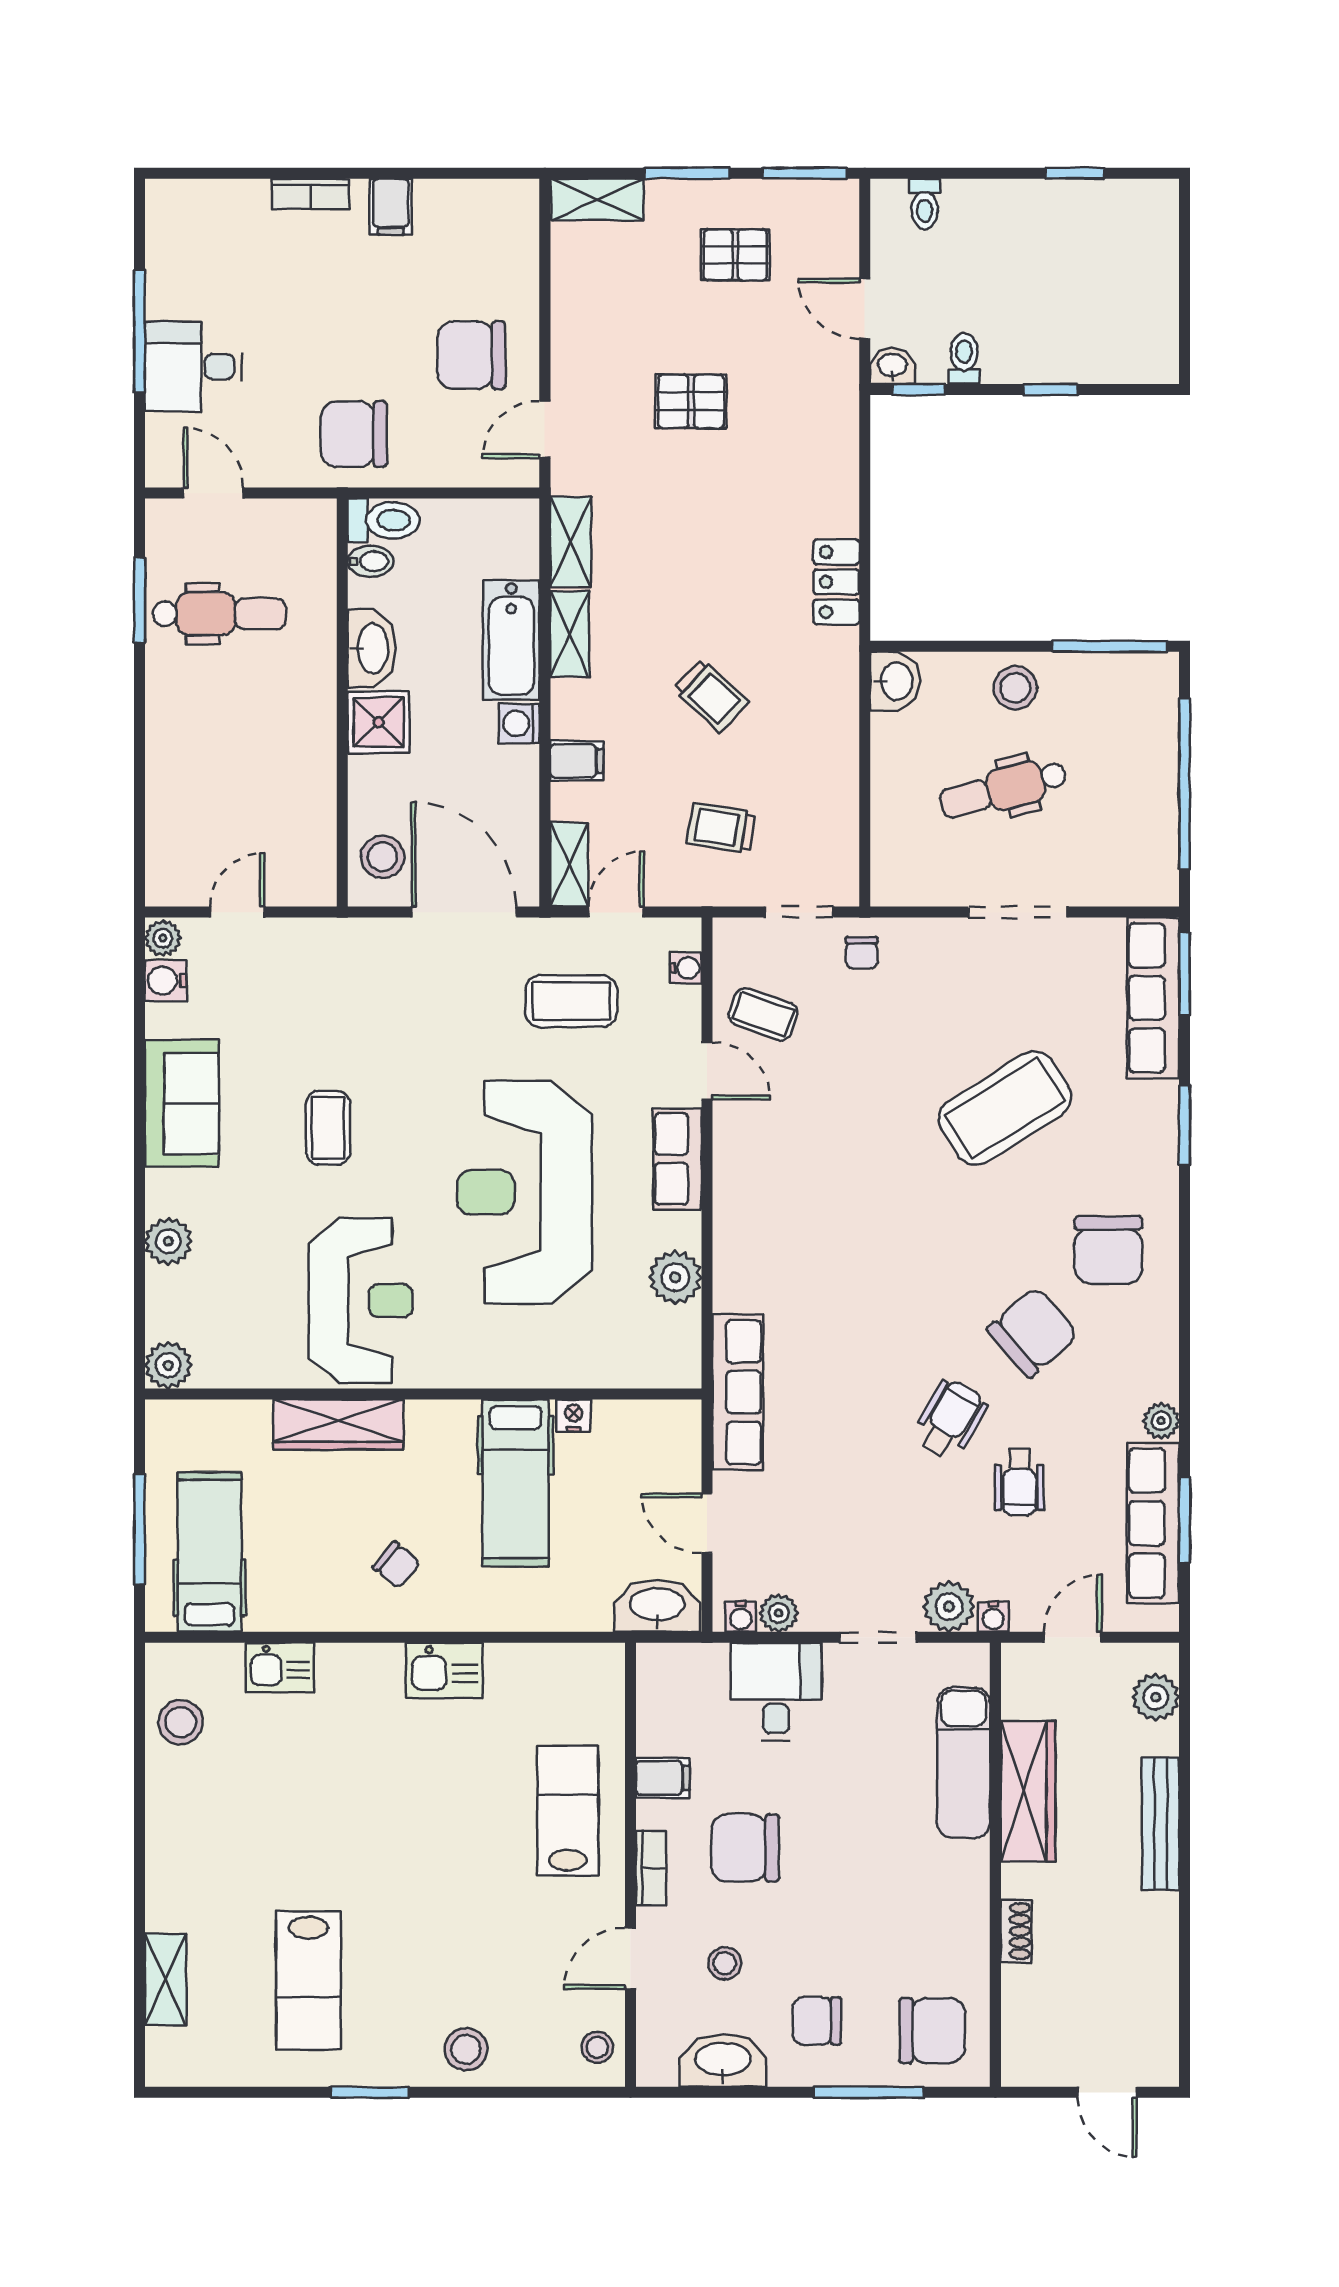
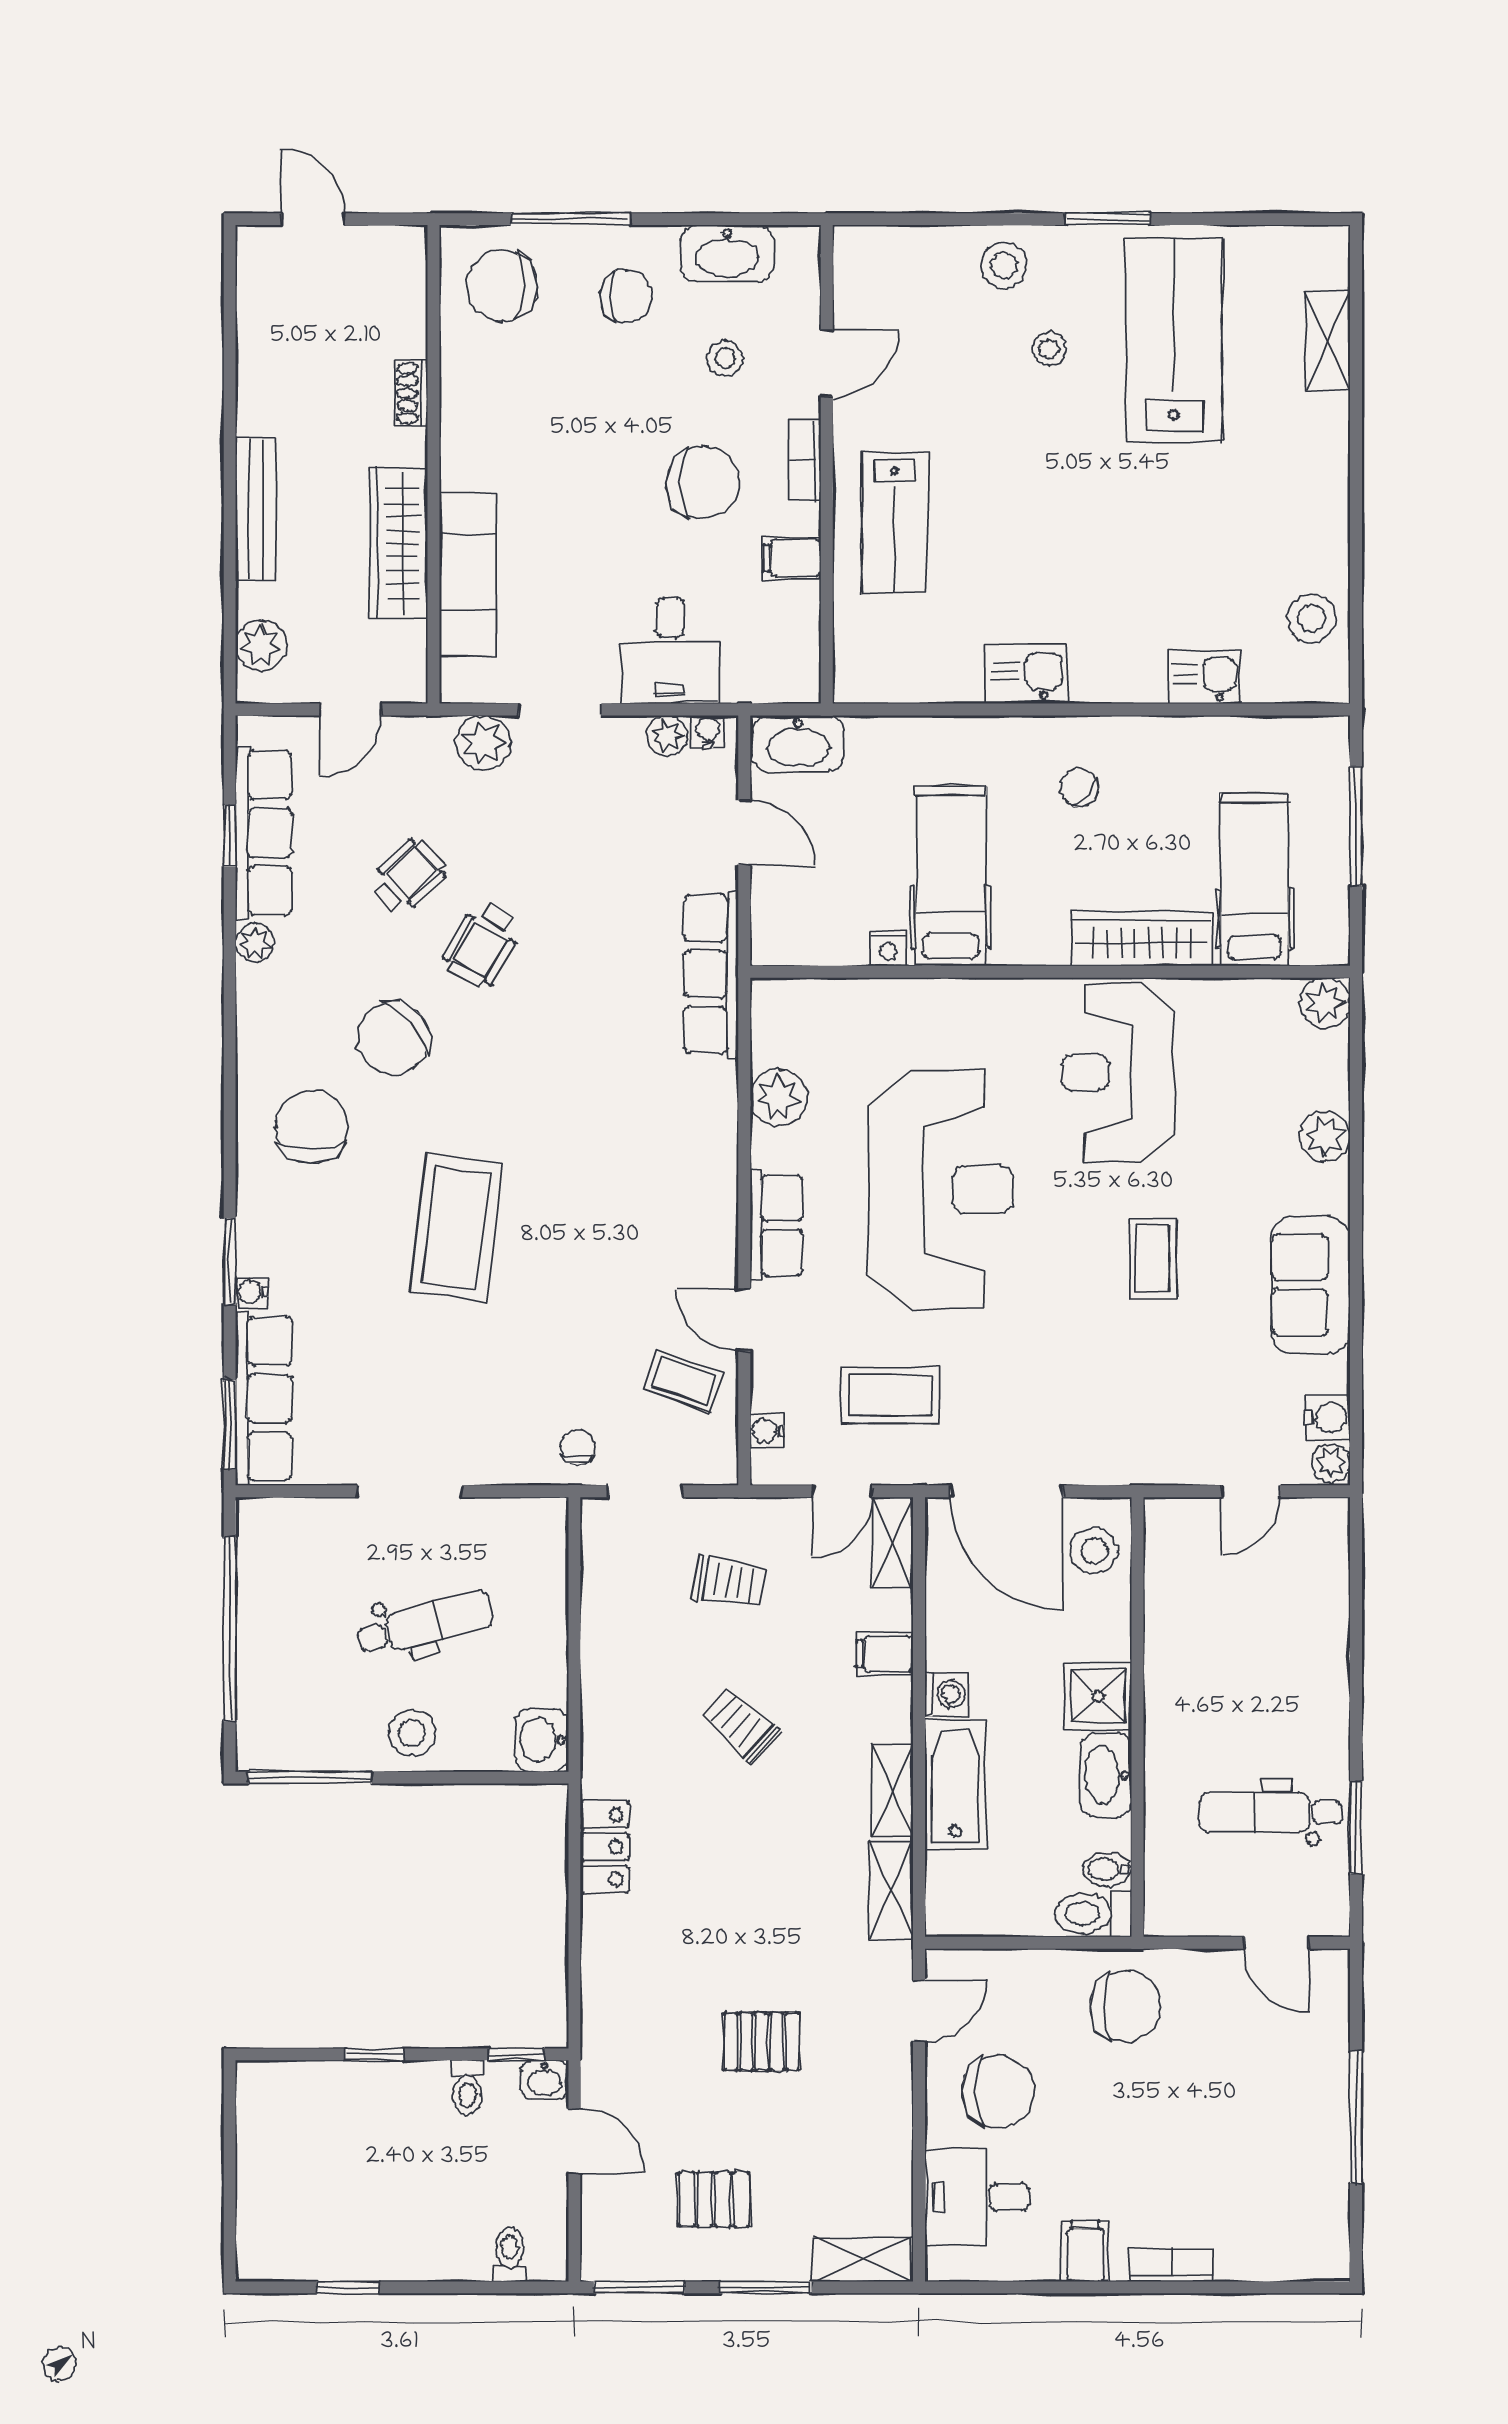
desk: (193, 367) -> (977, 2197), moved, turned 180
coffee table: (1005, 1108) -> (456, 1228), moved, turned -51
wheelchair: (1020, 1482) -> (408, 877), turned 46
window: (1185, 1520) -> (230, 836), width x0.67
hospital bed: (210, 1552) -> (1254, 880), moved, turned 180
water cooler: (993, 1617) -> (252, 1292), moved, turned -90
lab bench: (308, 1980) -> (1174, 340), width x1.36, depth x1.39
stool: (597, 2047) -> (1049, 349), moved

